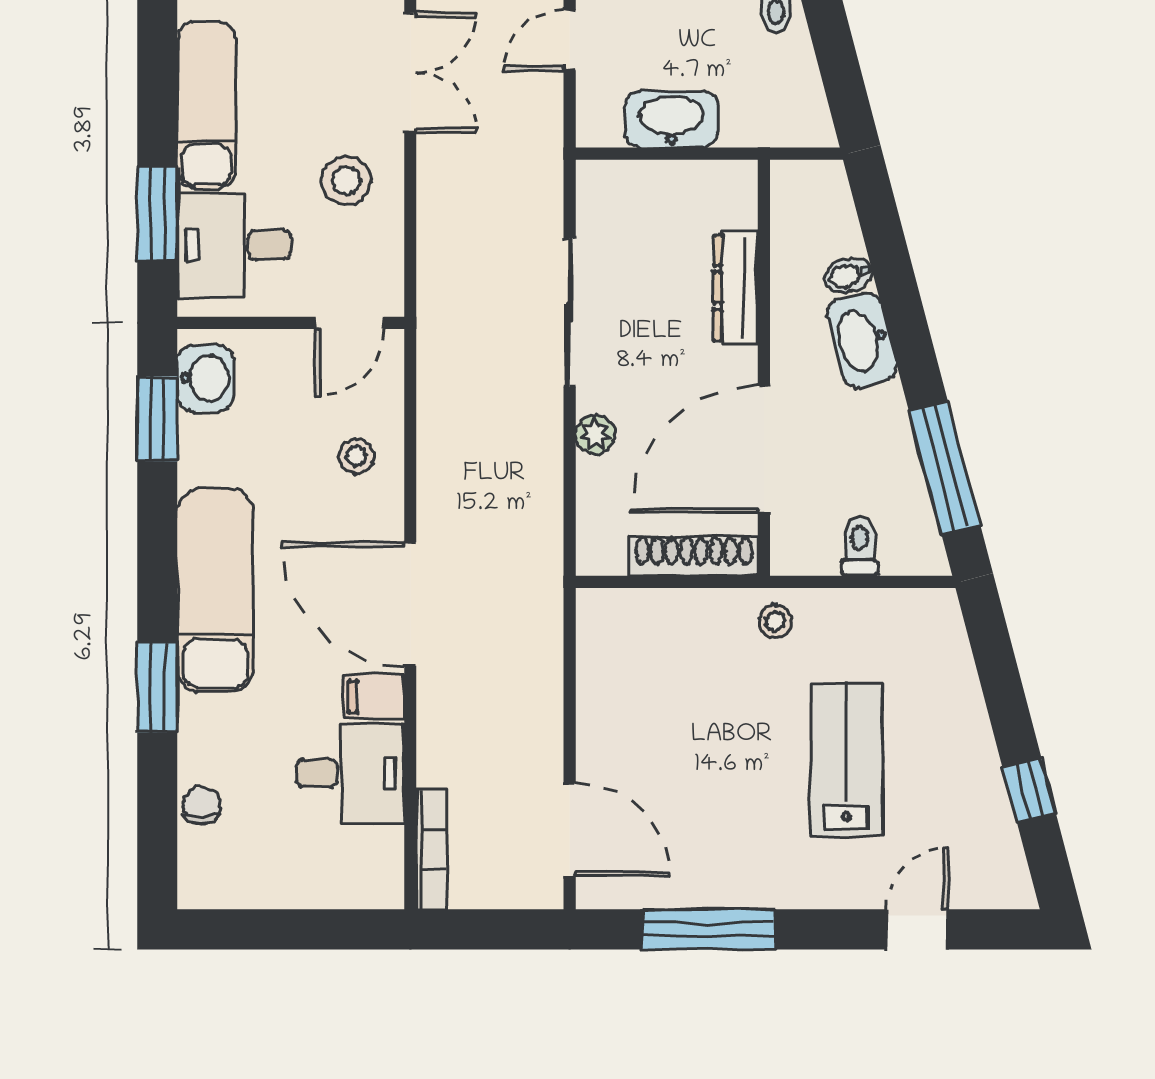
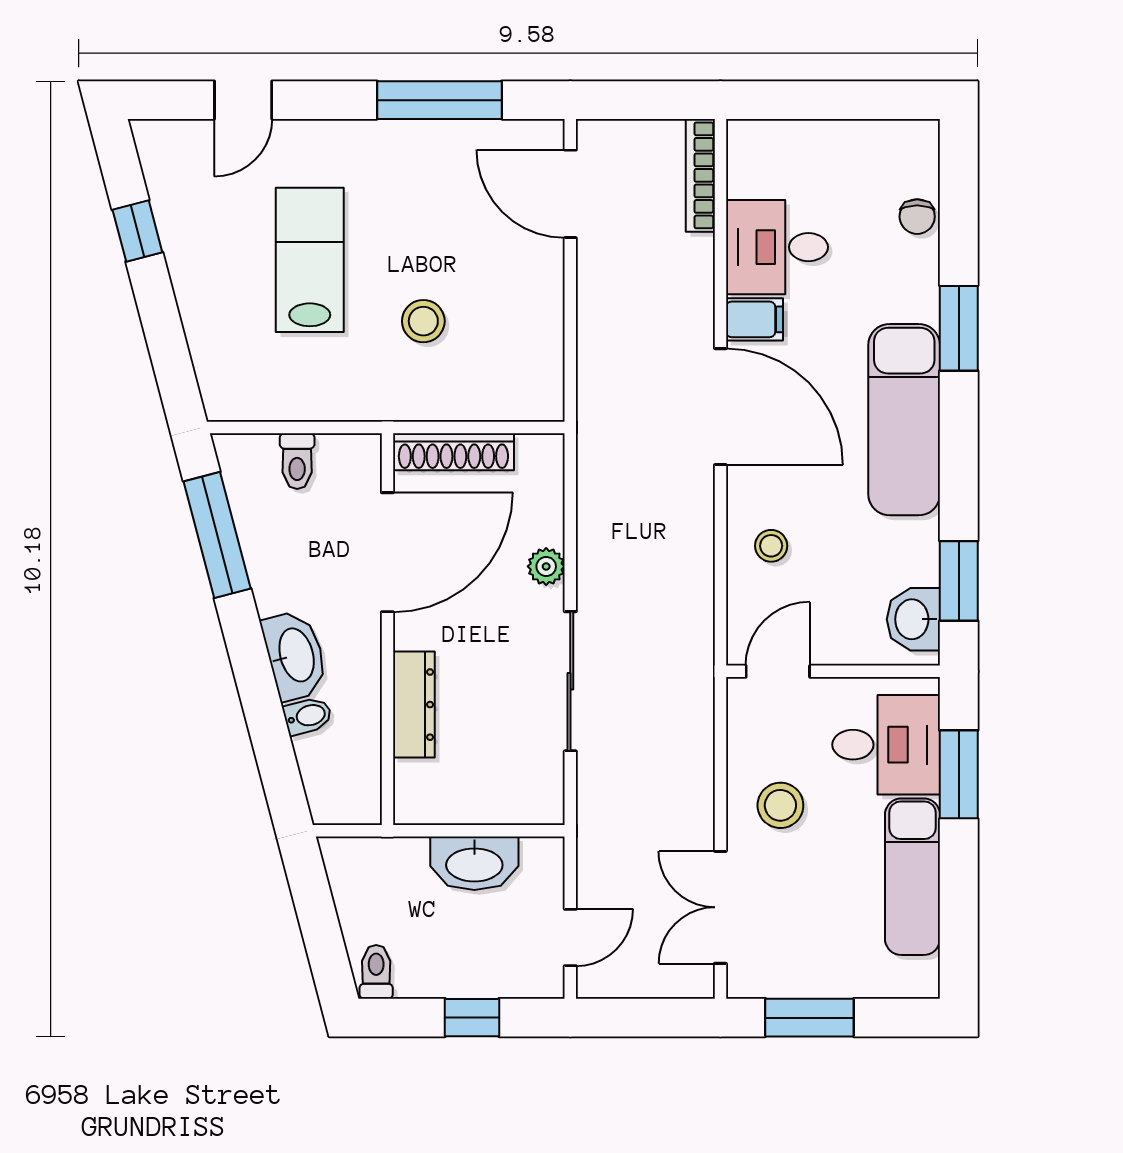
stool: (775, 621) -> (423, 321), moved, width x1.37, depth x1.37
lab bench: (846, 760) -> (310, 260), turned 180

